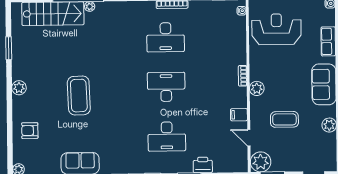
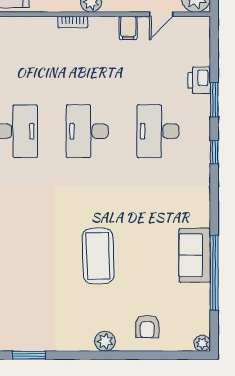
plant: (19, 88) -> (105, 341), moved
coffee table: (79, 96) -> (98, 256), turned 90
desk: (167, 136) -> (158, 131), turned 180

